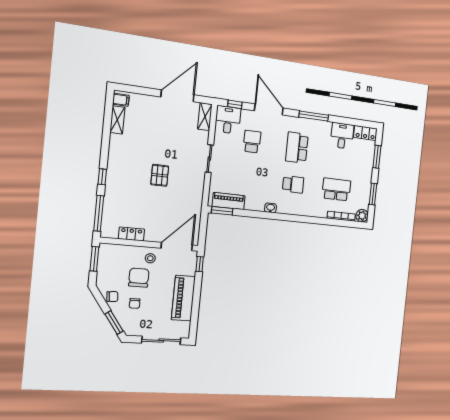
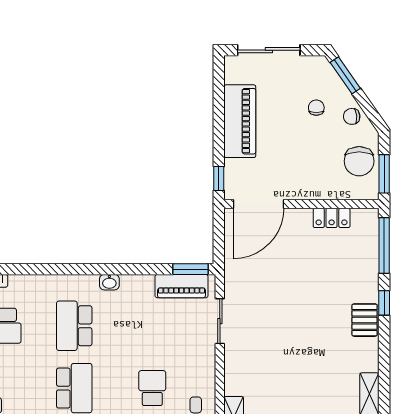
school desk: (252, 142) -> (152, 388), turned 180
sliding door: (209, 159) -> (220, 321), moved
pallet: (160, 175) -> (365, 320), moved
school desk: (293, 184) -> (74, 326), width x1.85
stool: (150, 258) -> (299, 182), removed
chair: (139, 278) -> (359, 161), moved

